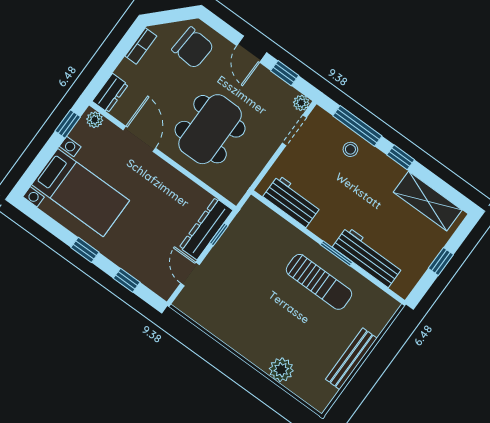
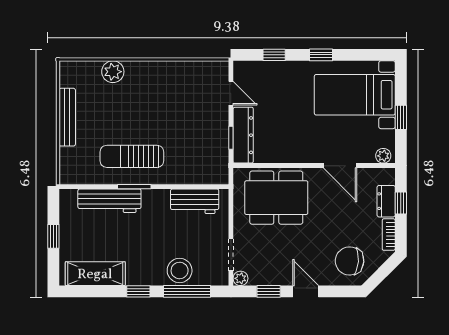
window: (110, 66) -> (401, 203), added
dresser: (110, 93) -> (386, 201), moved
window: (68, 124) -> (401, 117), moved
dining table: (210, 129) -> (276, 198), moved, turned 90
stool: (350, 149) -> (180, 270), width x1.89, depth x1.89

